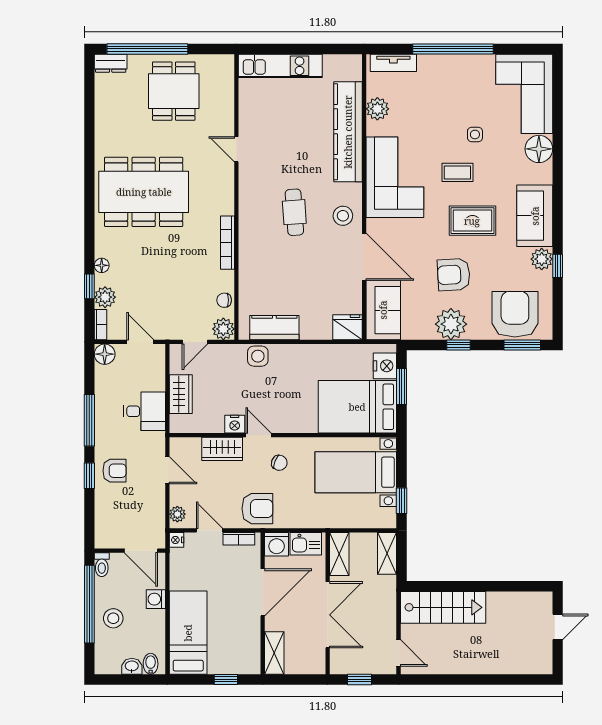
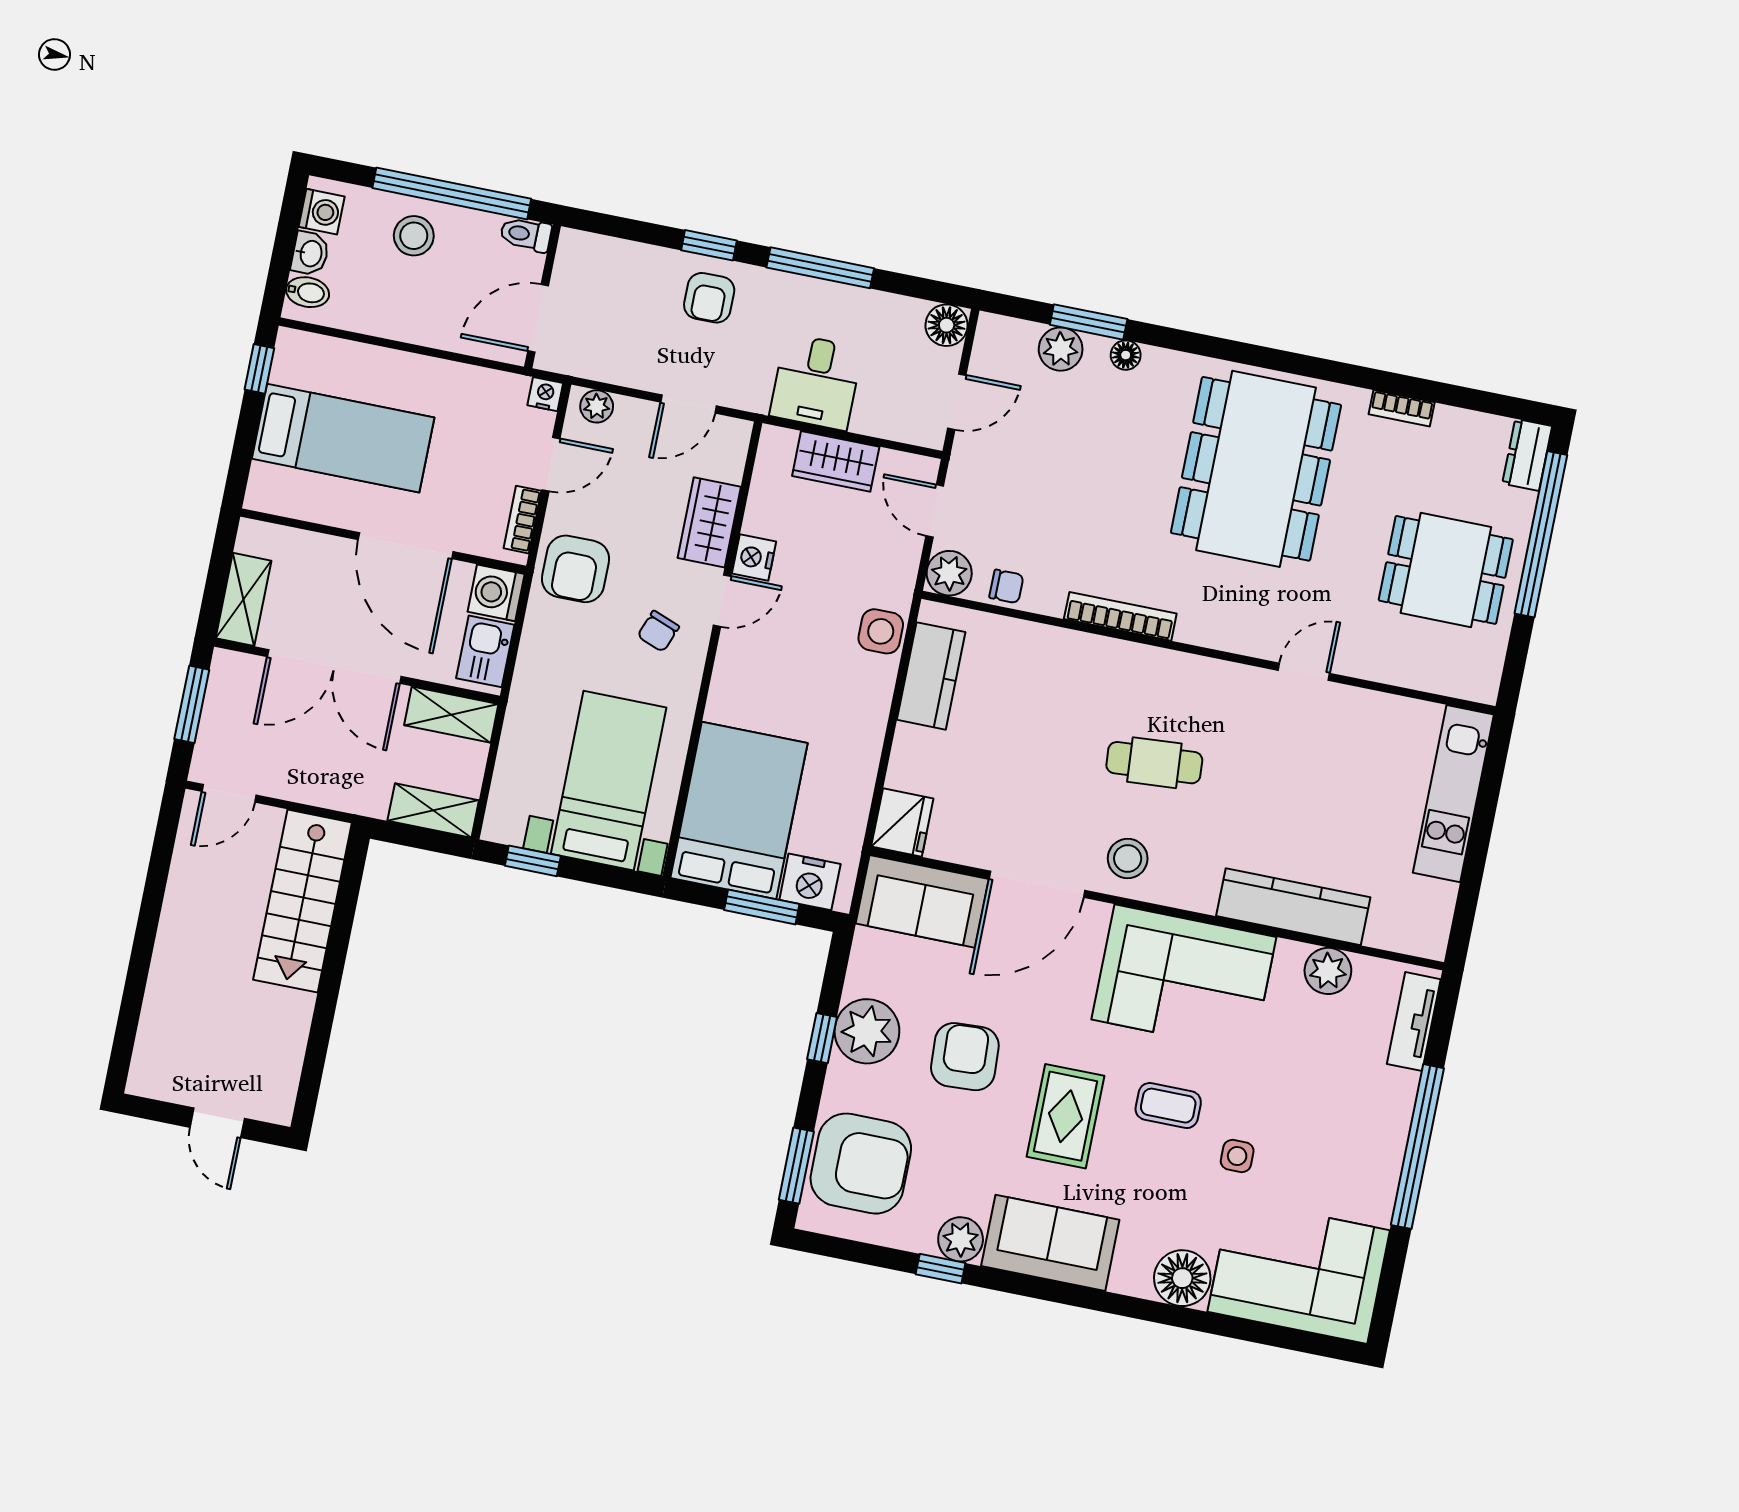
kitchen counter: (348, 132) -> (1293, 907), width x0.72, depth x0.86
coffee table: (457, 172) -> (1168, 1106), turned 90
window: (89, 286) -> (1089, 322), width x1.50
chair: (224, 300) -> (1006, 586), turned 90
bookcase: (100, 325) -> (1402, 408), moved
washing machine: (156, 599) -> (322, 212), moved, turned 90
bed: (188, 633) -> (343, 438), moved
shelving: (274, 653) -> (244, 599), moved, turned 90
window: (226, 679) -> (259, 369), moved
window: (359, 679) -> (192, 704), width x1.50

